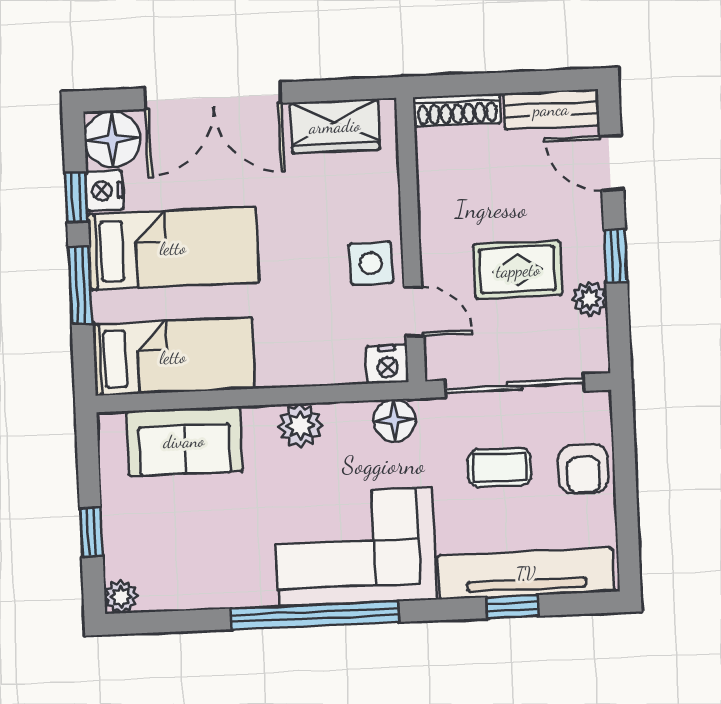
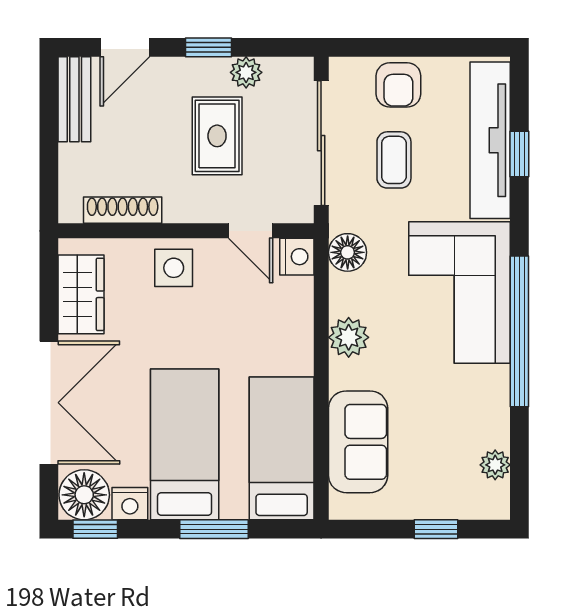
shoe rack: (457, 110) -> (123, 210), moved, turned -90
window: (77, 197) -> (95, 529), moved
side table: (371, 263) -> (174, 268), moved
door: (414, 312) -> (251, 231), swing flipped
armchair: (583, 469) -> (398, 85), turned 90
plant: (121, 597) -> (495, 465), moved

